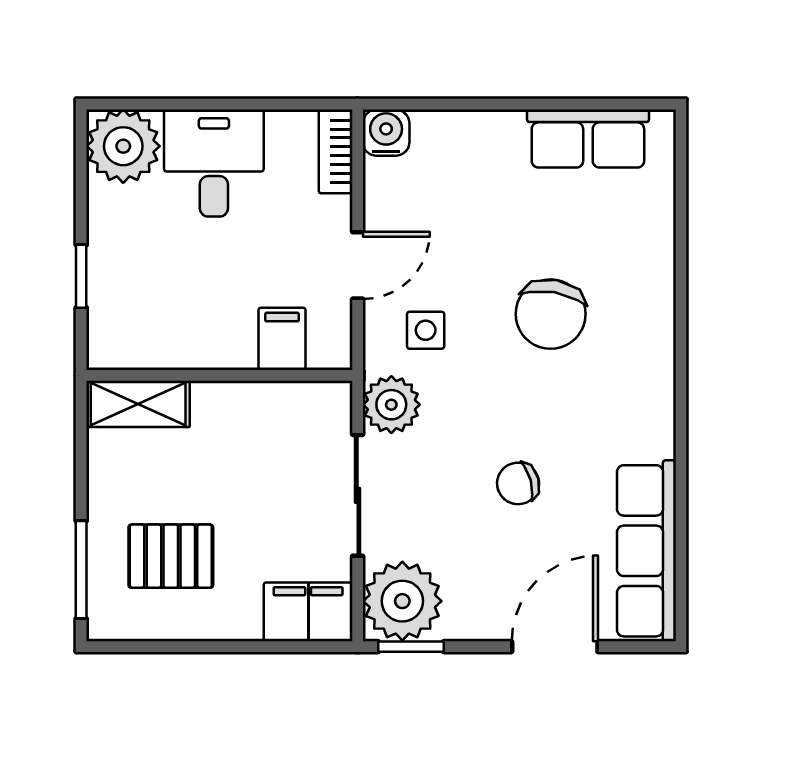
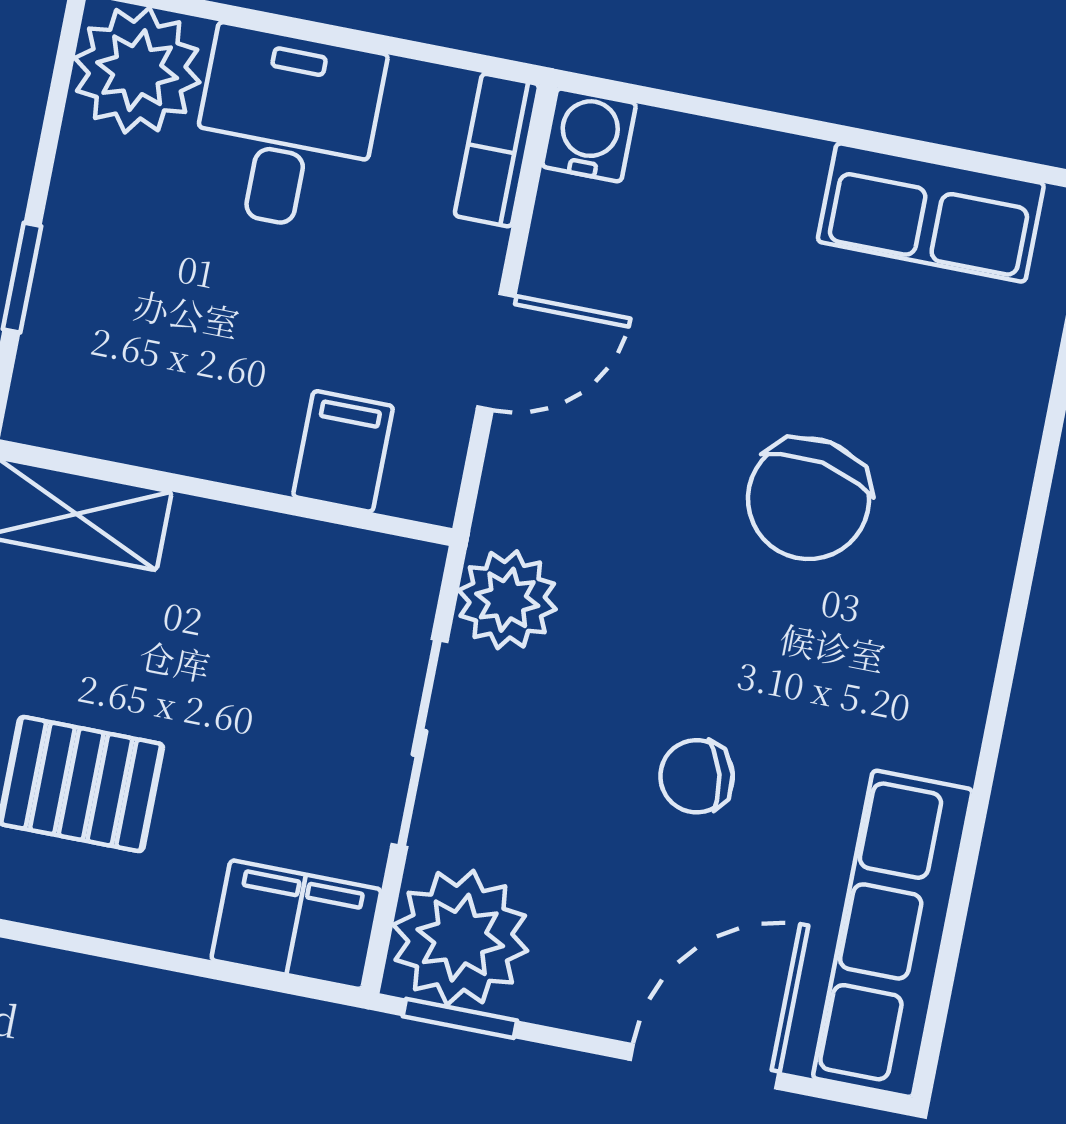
side table: (426, 330) -> (590, 485), removed

